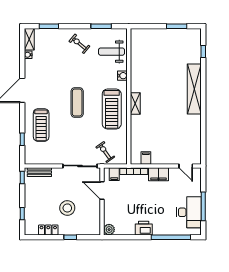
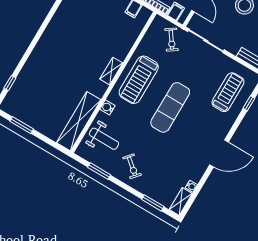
shelving: (194, 89) -> (79, 121), moved
exercise mat: (77, 103) -> (170, 107), width x1.36, depth x1.45
treadmill: (112, 109) -> (139, 80), turned 180
treadmill: (41, 125) -> (228, 92), moved

